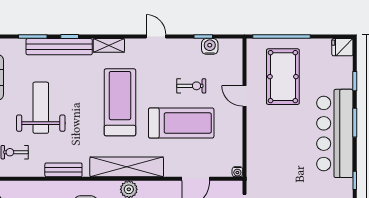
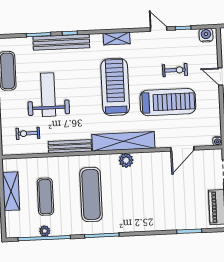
door: (156, 37) -> (159, 29), moved
shelving: (109, 45) -> (117, 39), moved
water cooler: (210, 46) -> (206, 35), moved
bench: (63, 170) -> (70, 146), width x1.36

